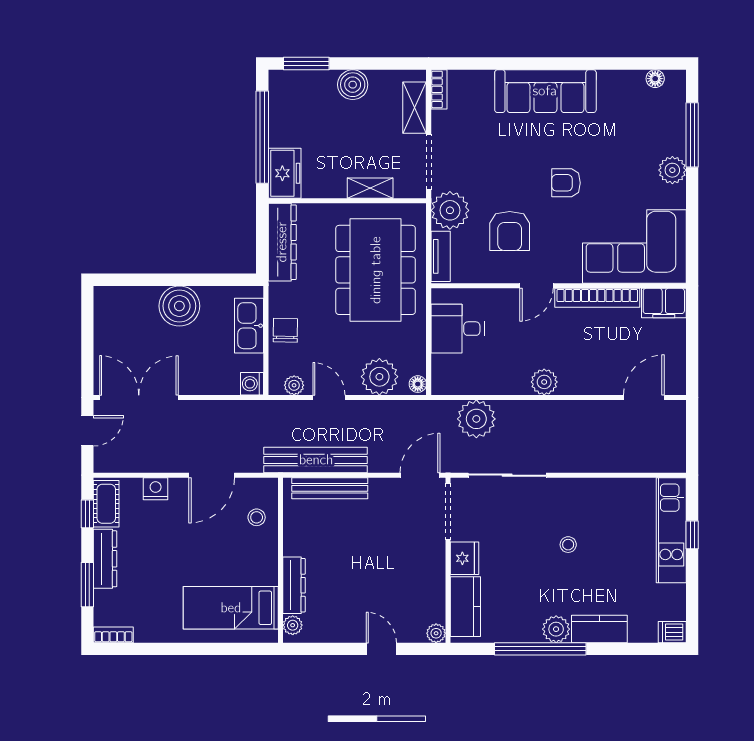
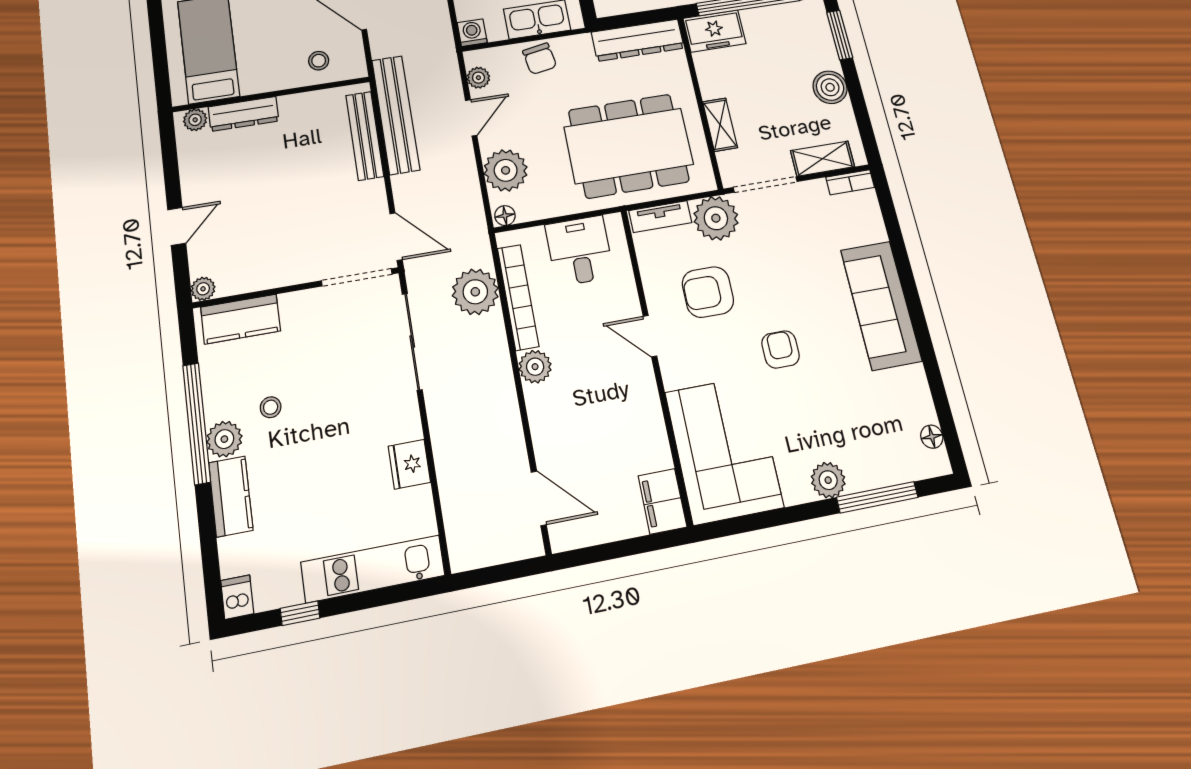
bookcase: (597, 298) -> (518, 297), moved, turned 180
chair: (285, 330) -> (540, 59), turned 79
window: (692, 535) -> (300, 613), moved
stool: (568, 545) -> (271, 407), moved
fridge: (465, 558) -> (409, 464), moved, turned 90

